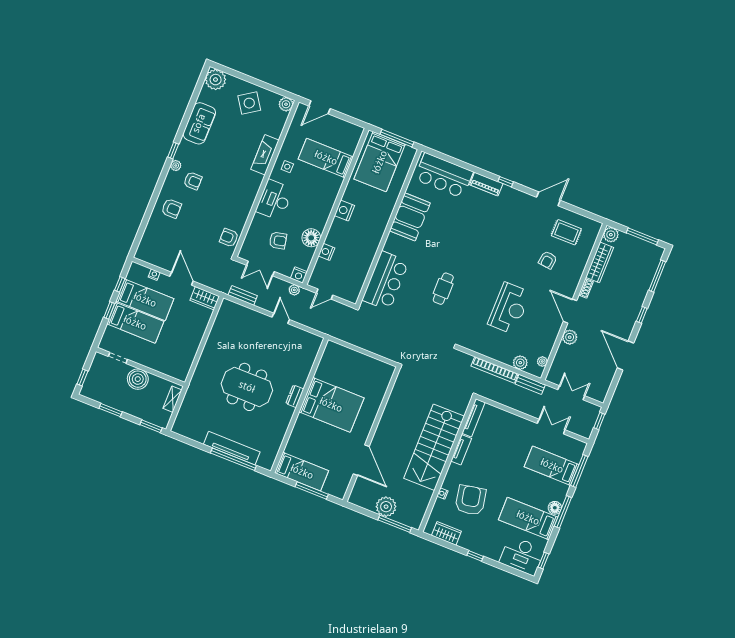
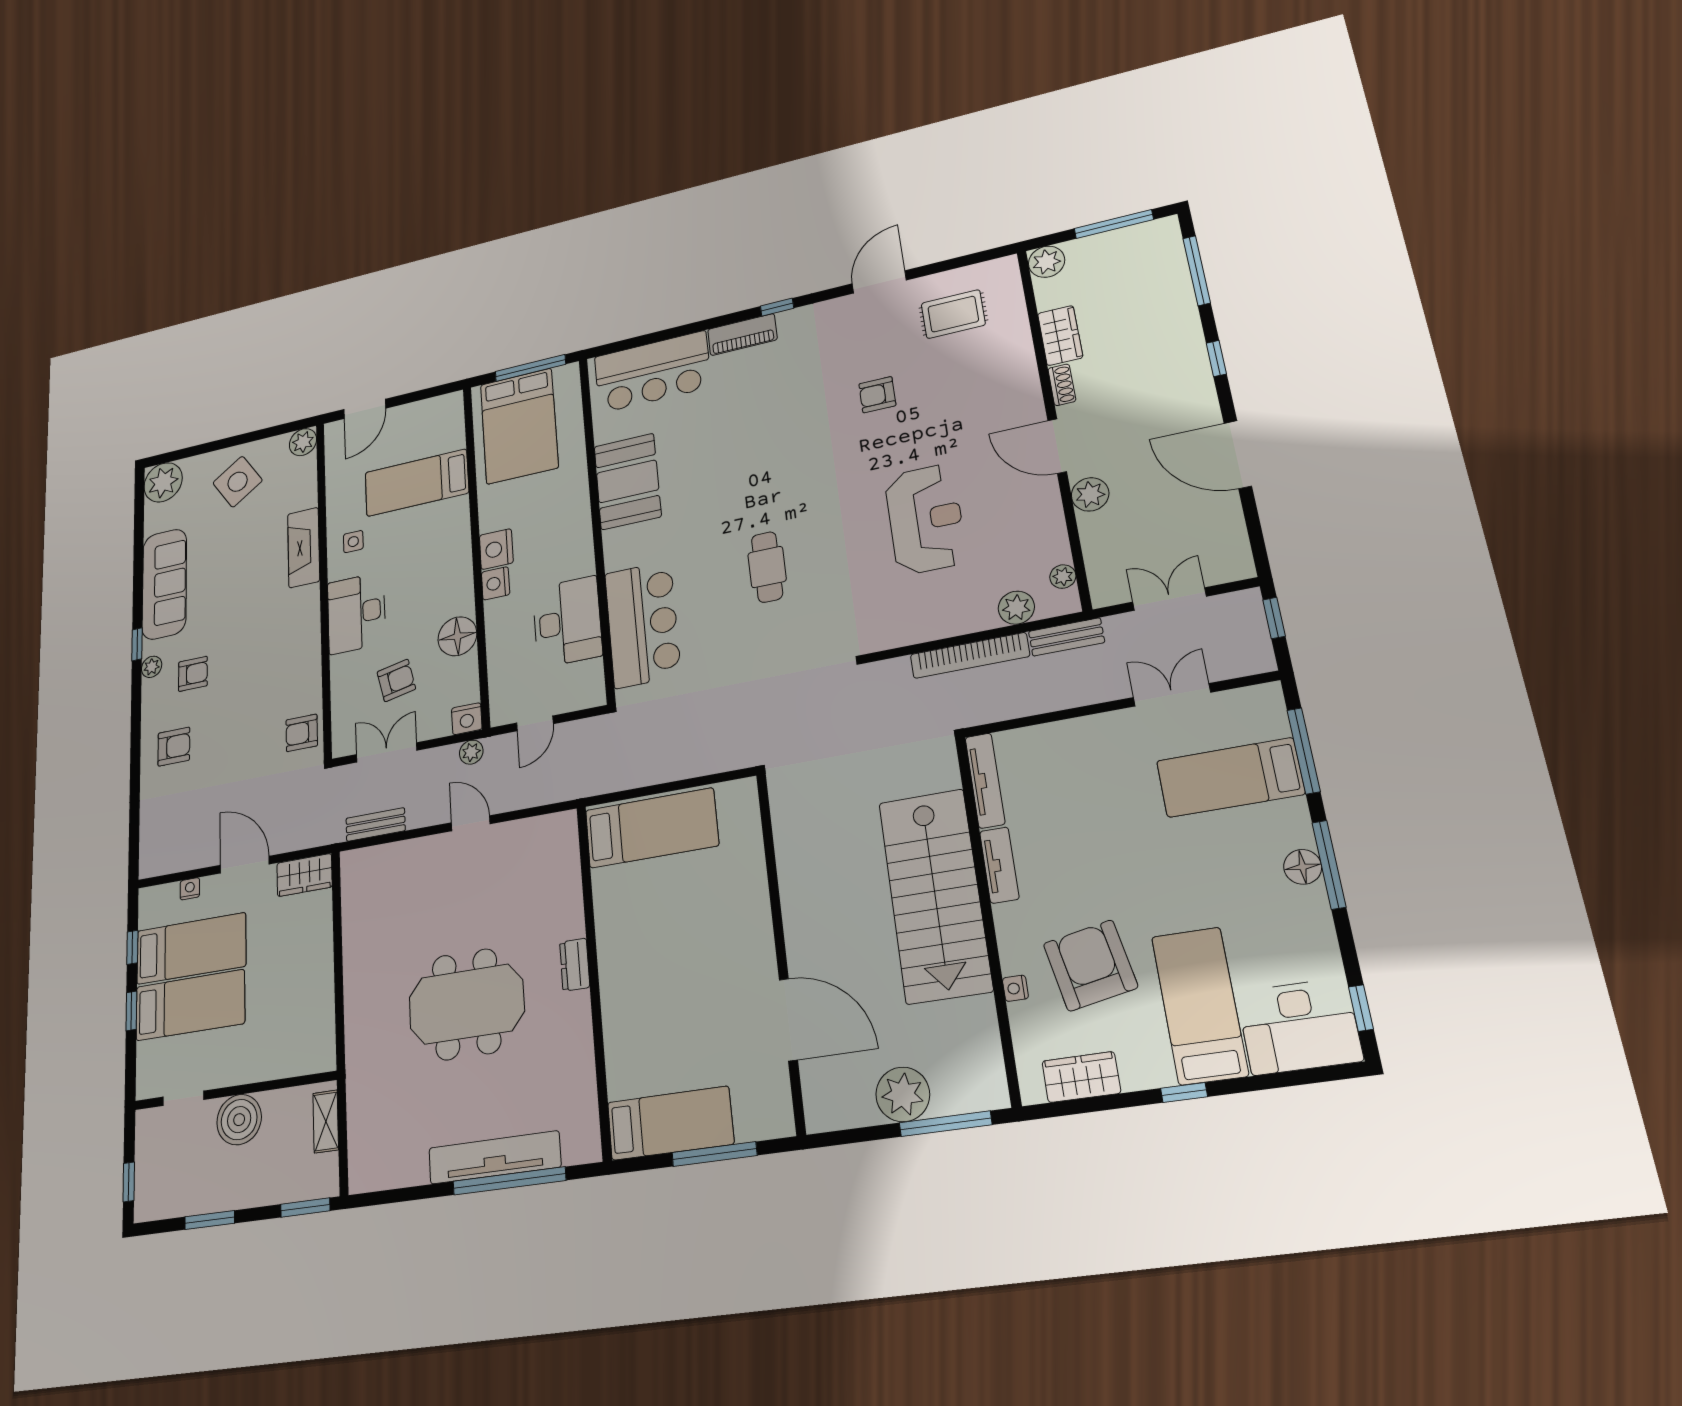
sofa: (199, 123) -> (164, 584), width x1.36
nightstand: (326, 252) -> (496, 583), moved
armchair: (548, 260) -> (877, 395), moved, turned 83
desk: (357, 261) -> (567, 622), added
wardrobe: (600, 262) -> (1060, 336), width x0.67
double door: (260, 268) -> (387, 752), swing flipped
bed: (331, 405) -> (651, 828), moved, width x0.67
bed: (528, 518) -> (1200, 1006), moved, turned 90

